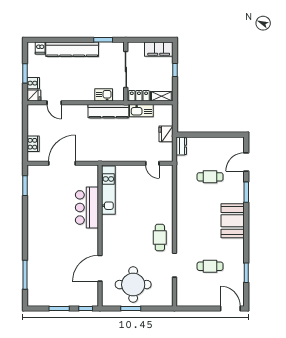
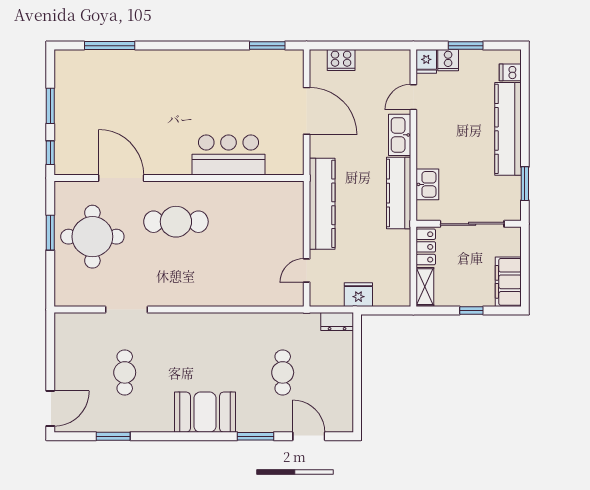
kitchen sink: (141, 111) -> (400, 135), moved
kitchen counter: (115, 154) -> (322, 204), added
kitchen unit: (108, 190) -> (259, 193), removed
cafe table: (160, 238) -> (176, 222), moved, width x1.37, depth x1.35

